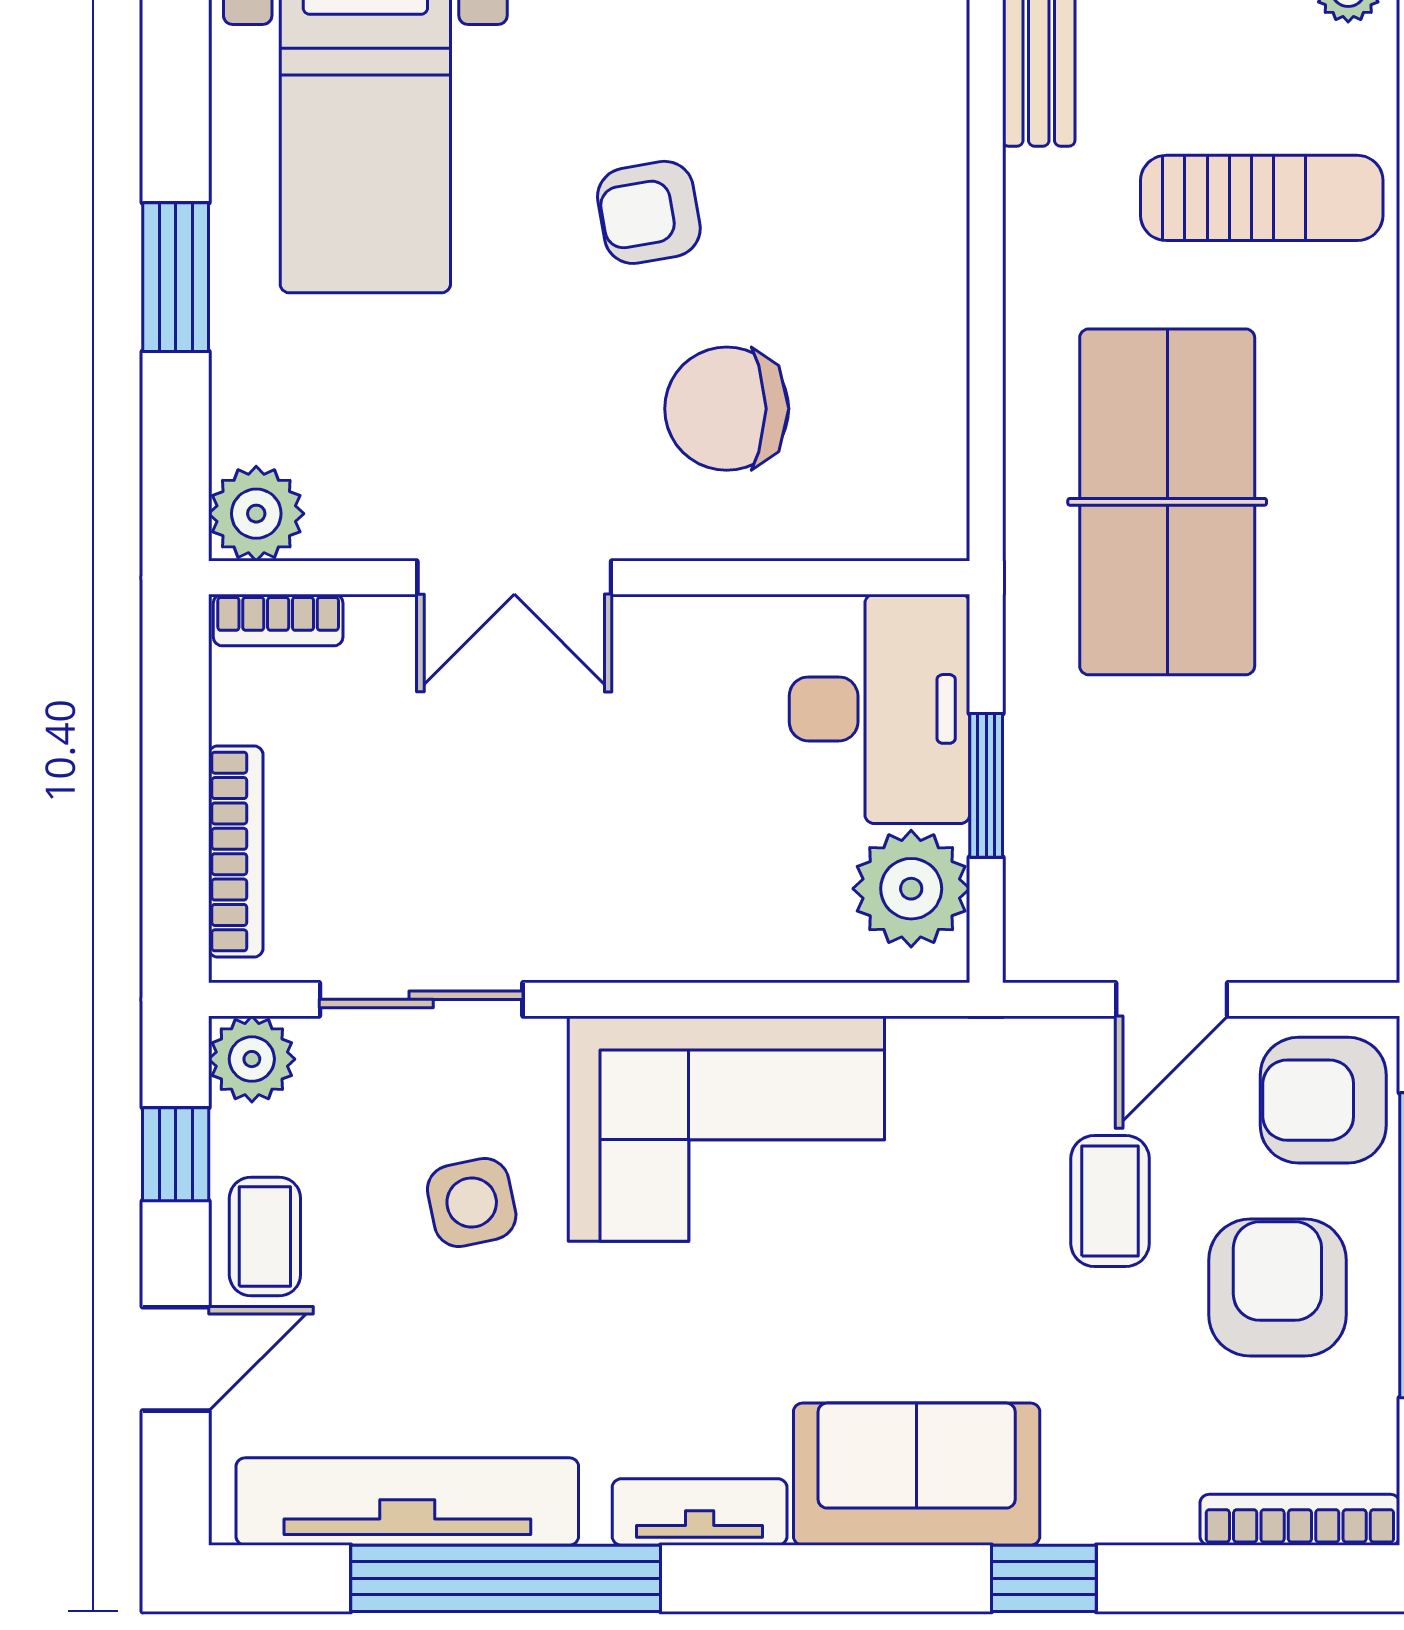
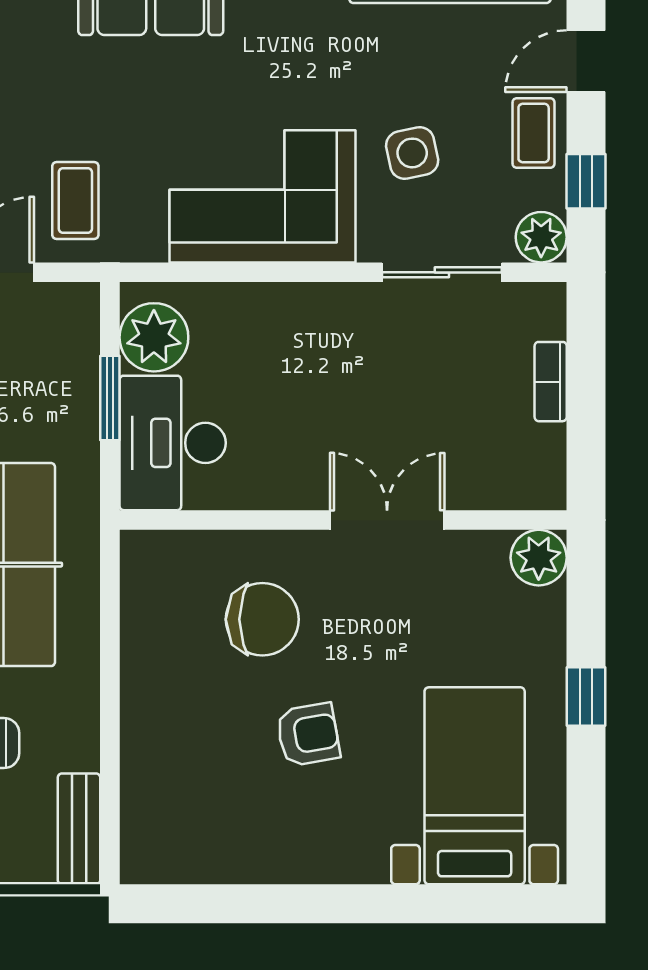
window: (176, 277) -> (586, 697), width x0.67
bookcase: (278, 620) -> (526, 495), removed
bookcase: (236, 851) -> (551, 382), width x0.64
coffee table: (1110, 1201) -> (75, 201), moved

